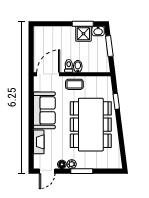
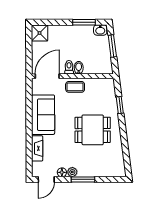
shower: (83, 34) -> (40, 33), moved
dining table: (91, 125) -> (93, 130), width x0.53, depth x0.80

